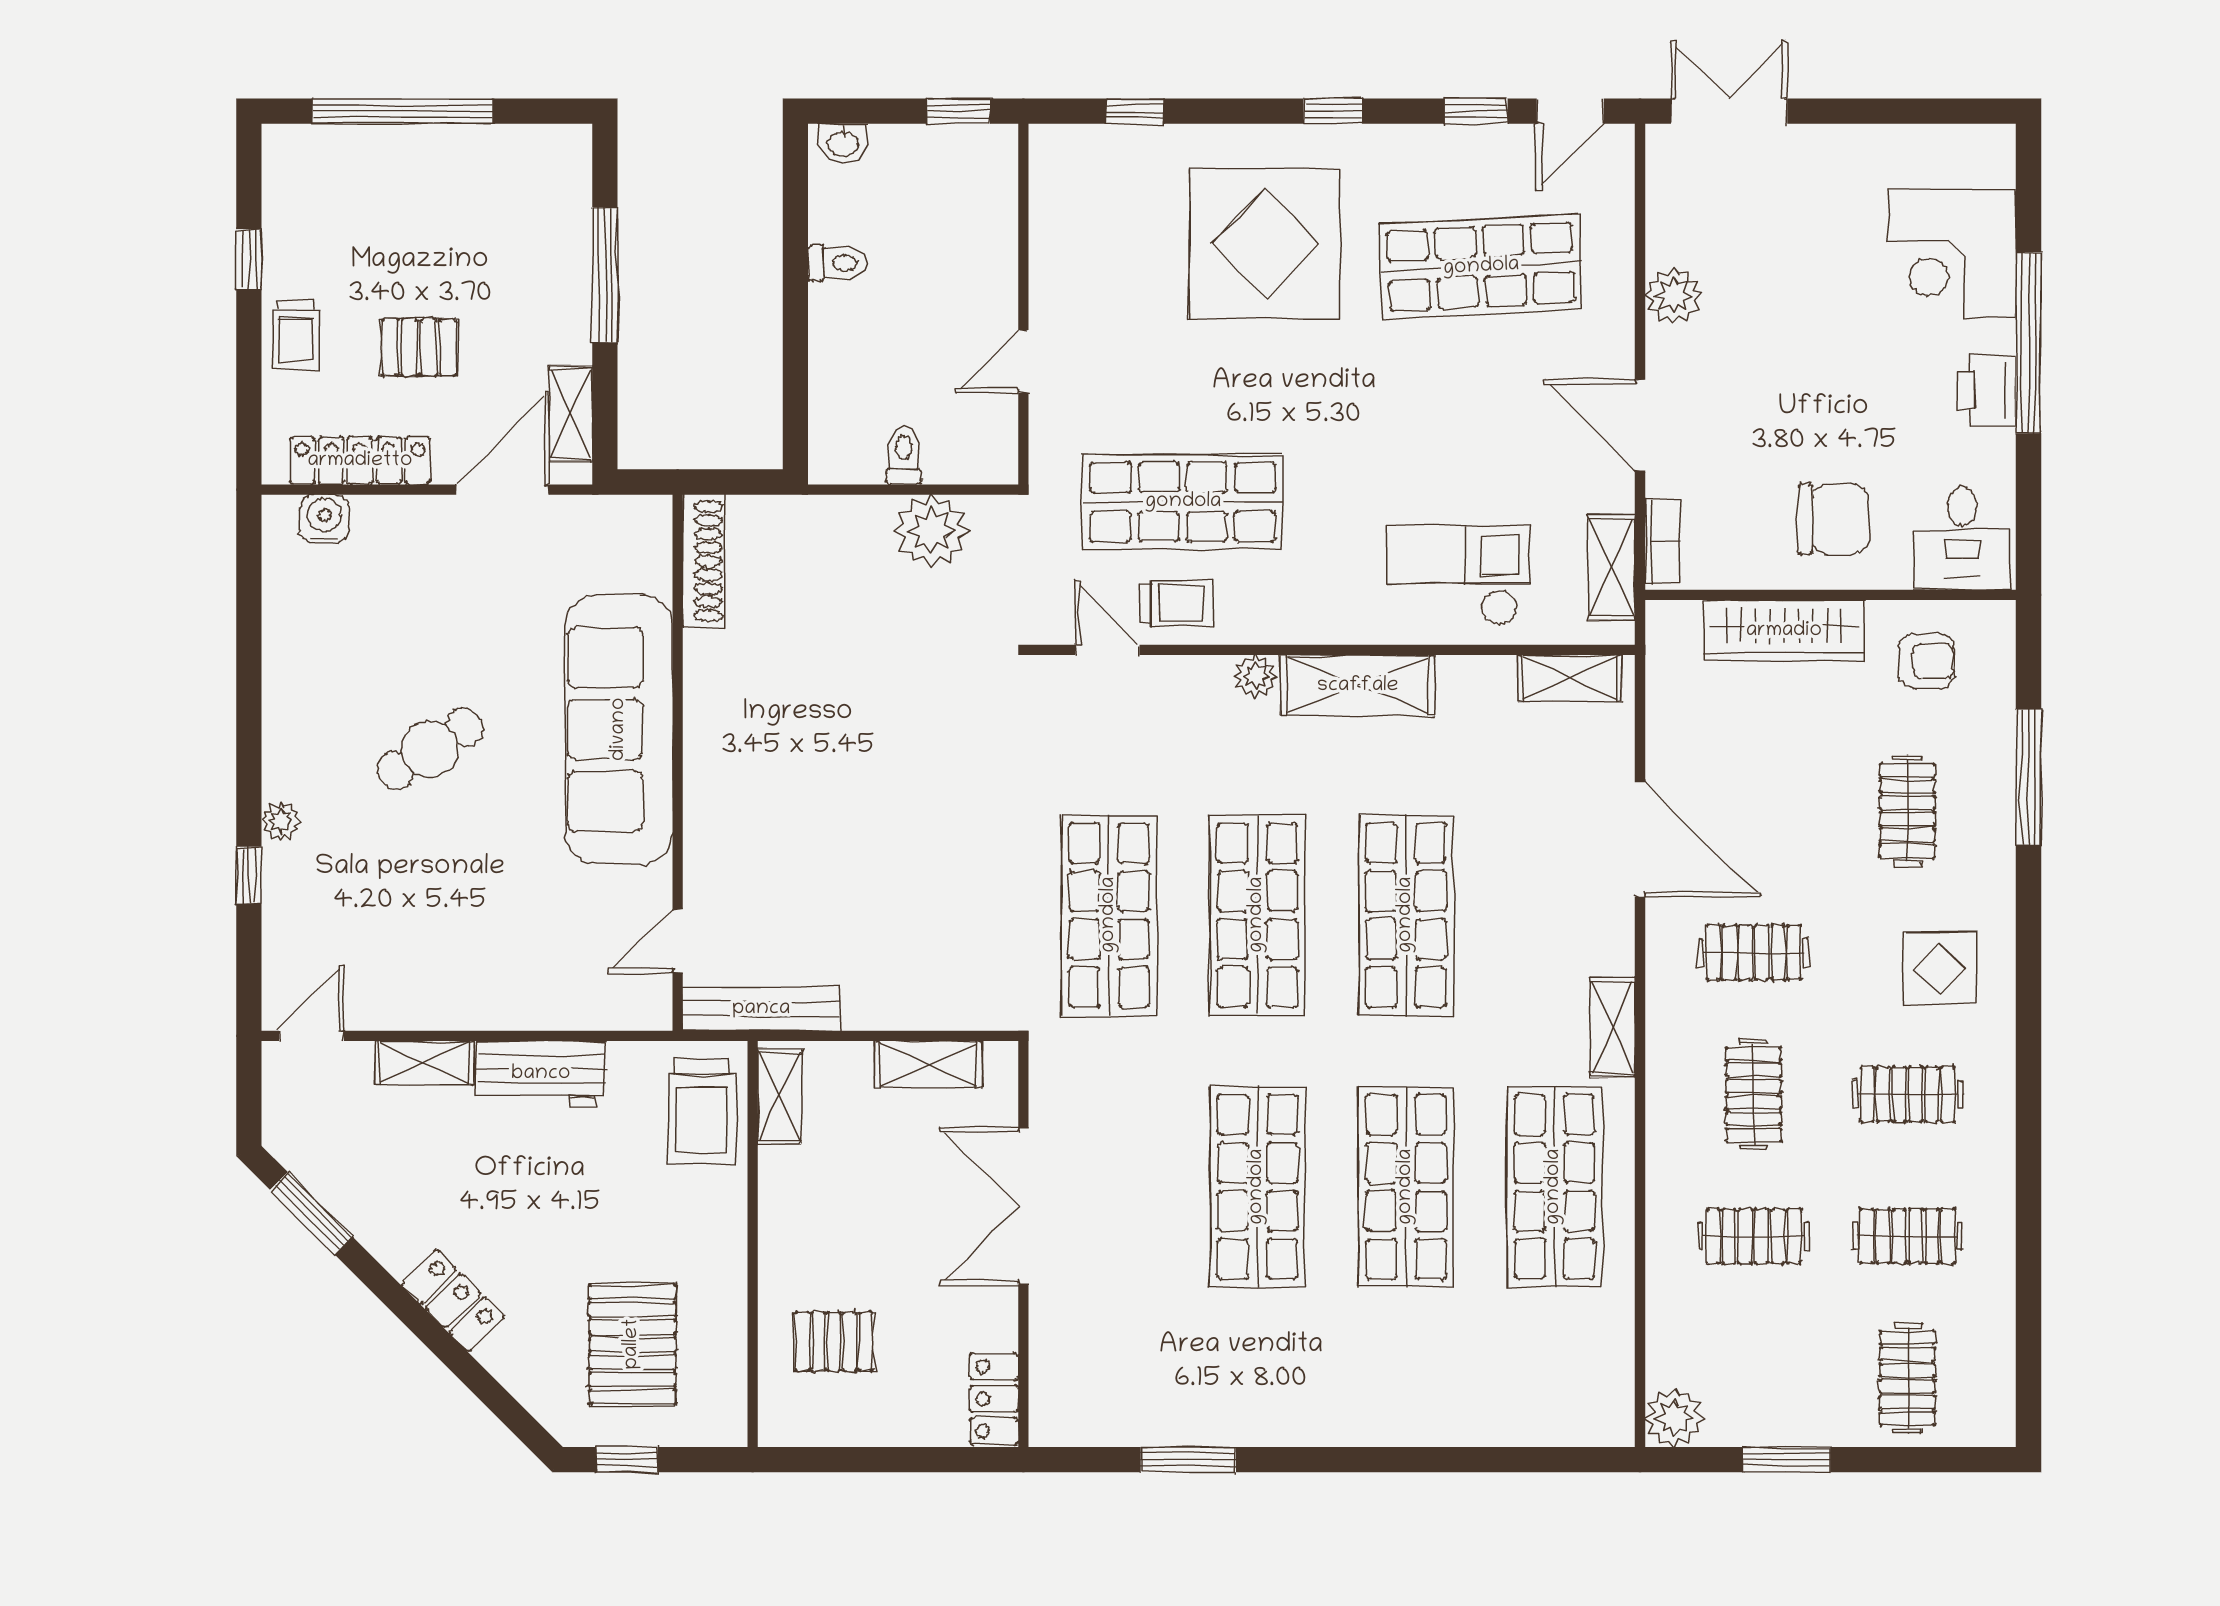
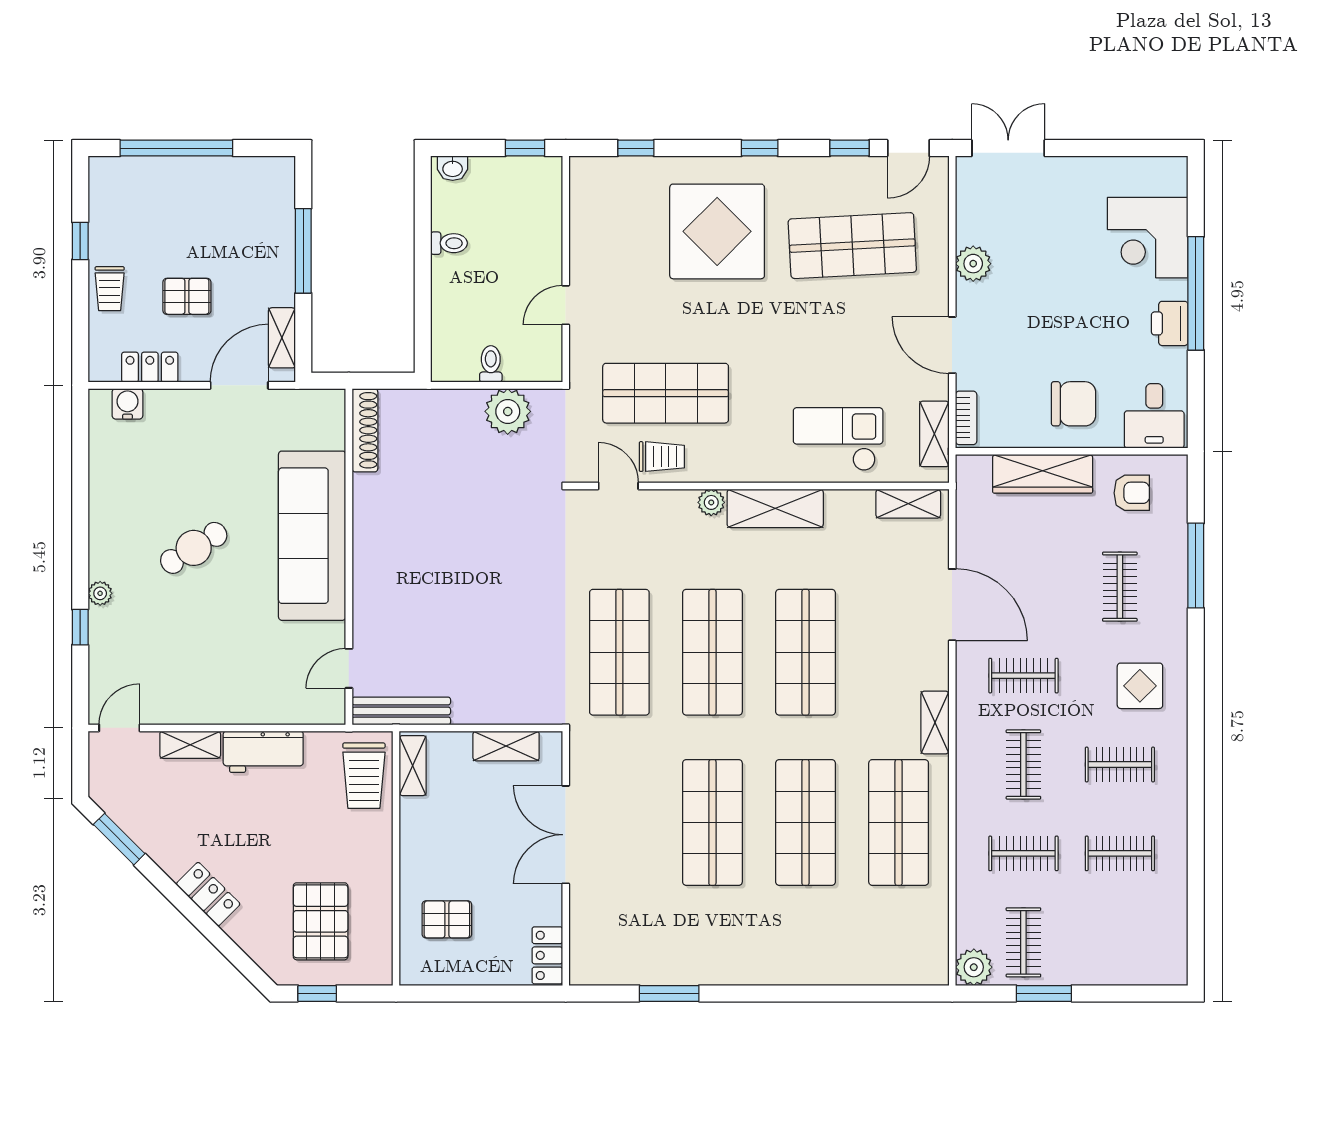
locker: (360, 461) -> (150, 367), width x0.66
clothes rail: (1907, 1378) -> (1023, 942), moved

